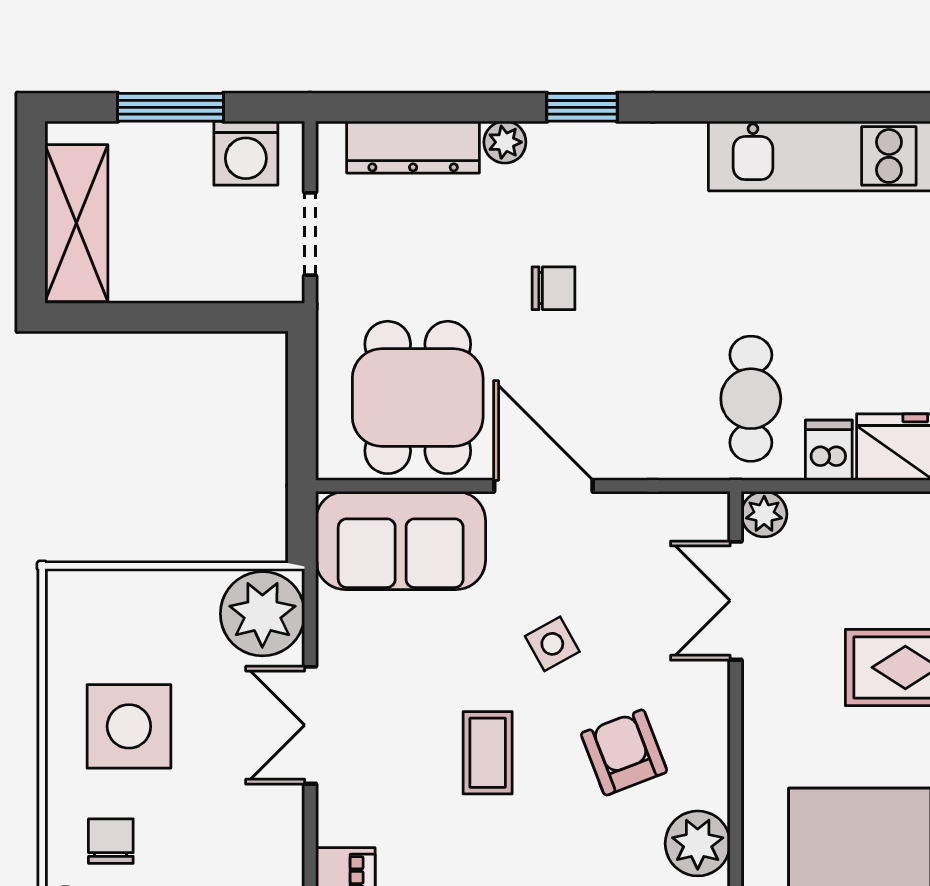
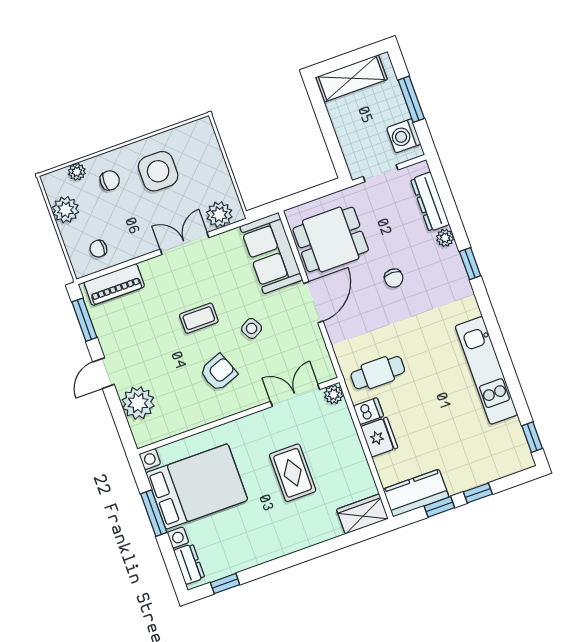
plant: (262, 614) -> (219, 215), width x0.73, depth x0.73
plant: (698, 843) -> (193, 415), removed

